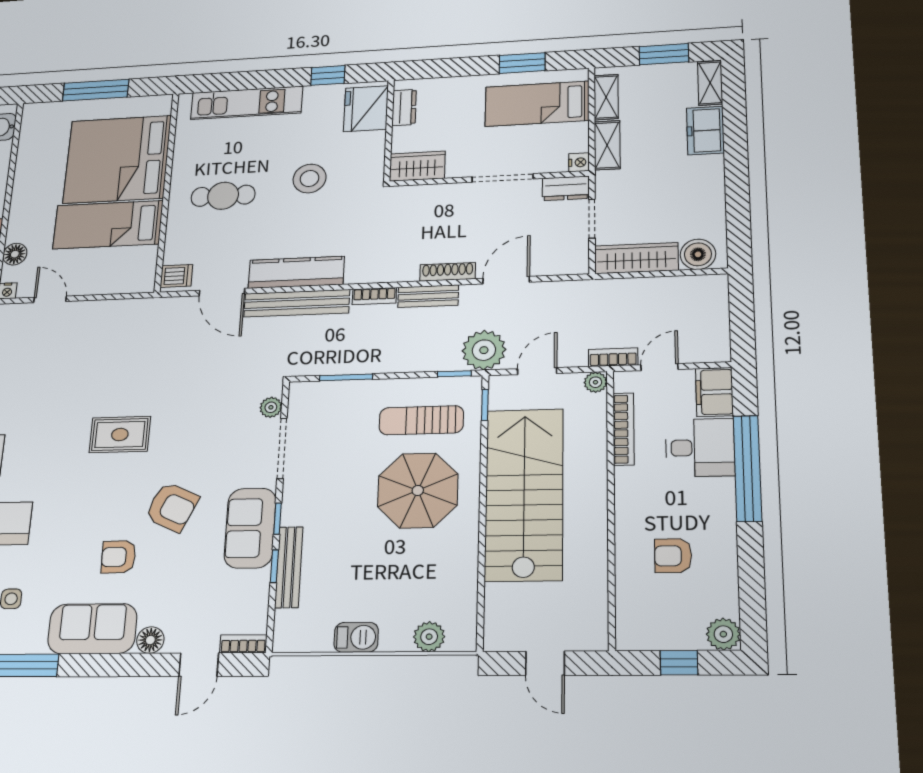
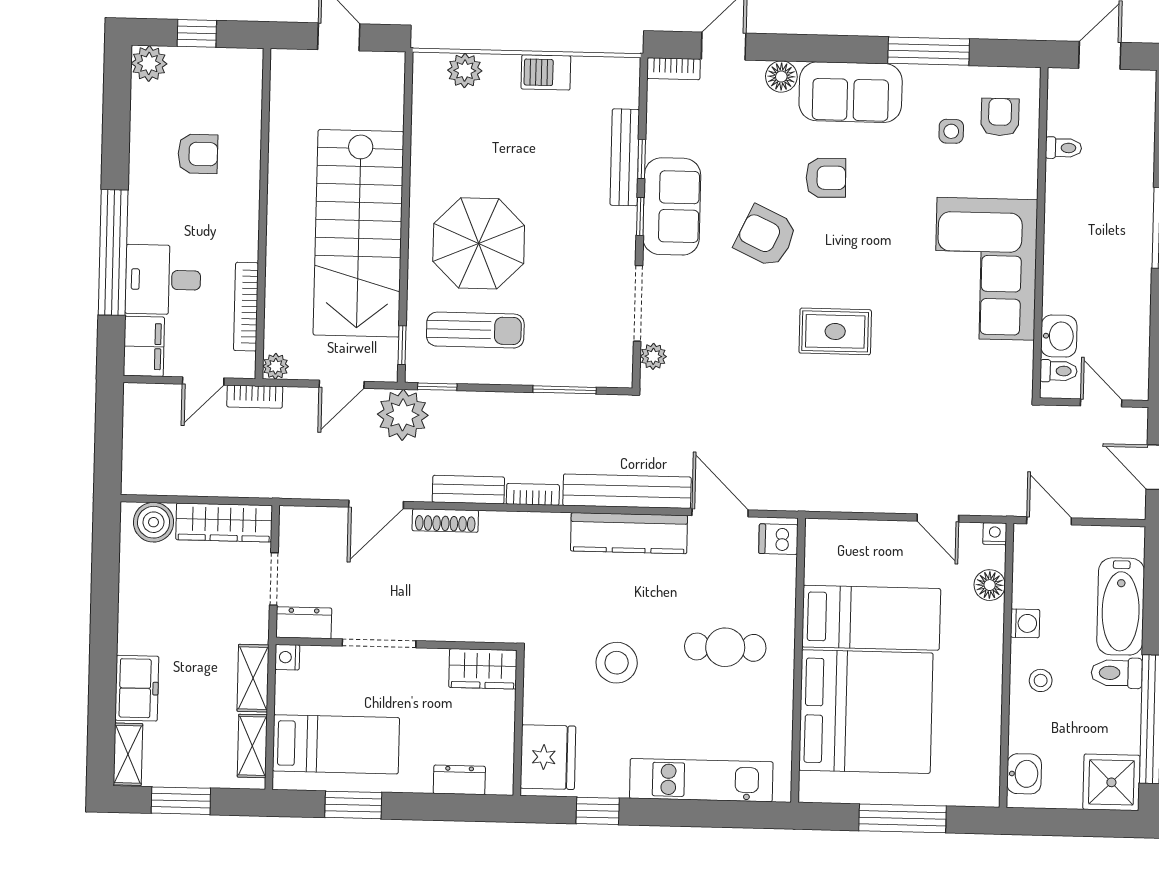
dresser: (404, 107) -> (459, 780), moved, turned 90

